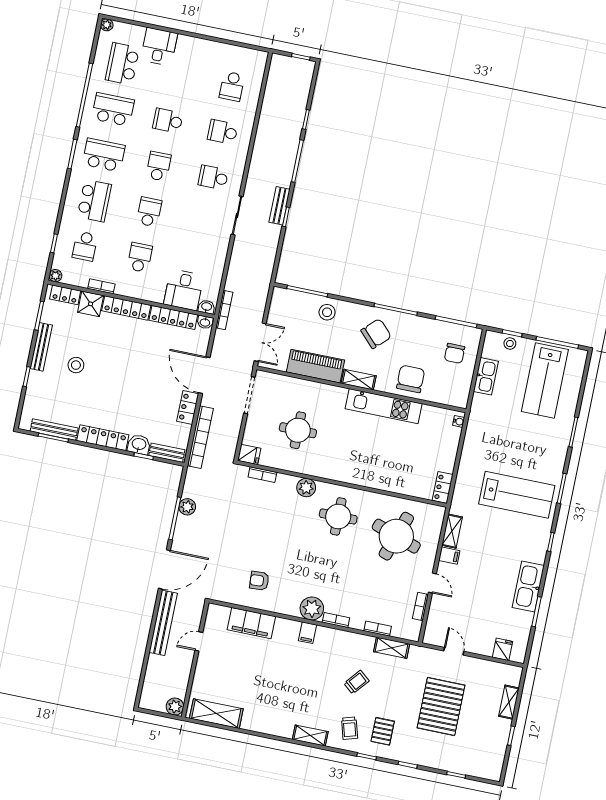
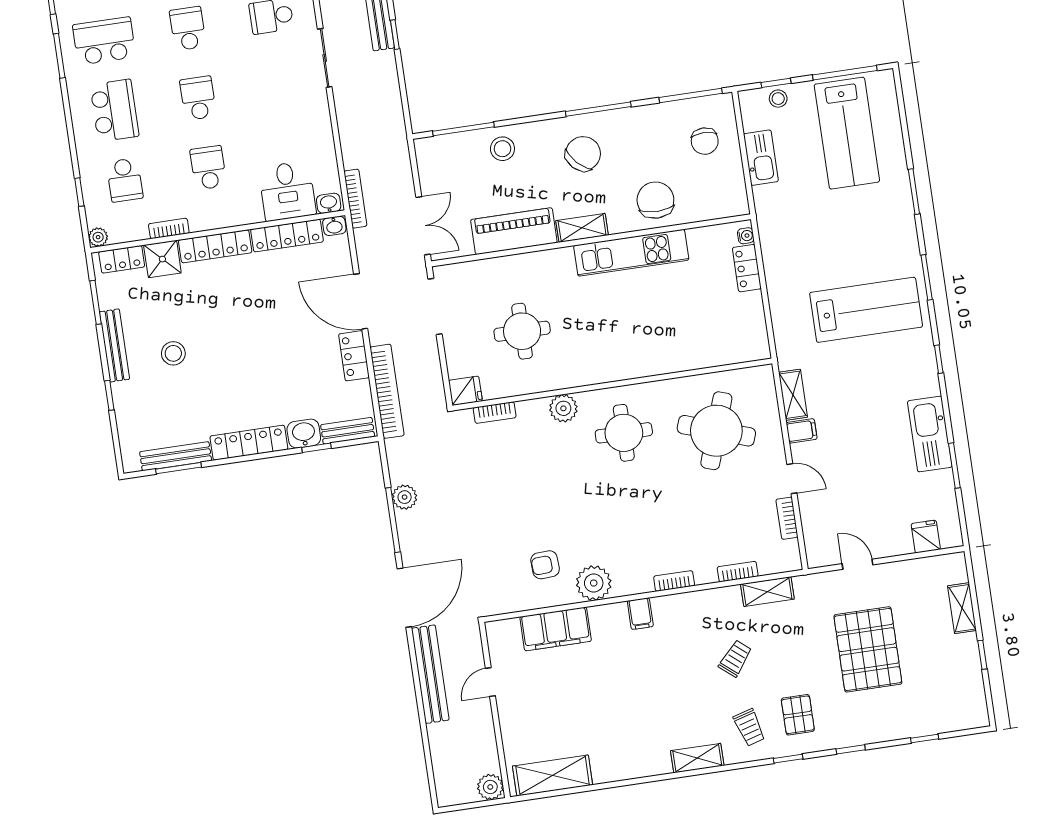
locker: (443, 488) -> (747, 268), moved
plant: (312, 609) -> (594, 583), moved

